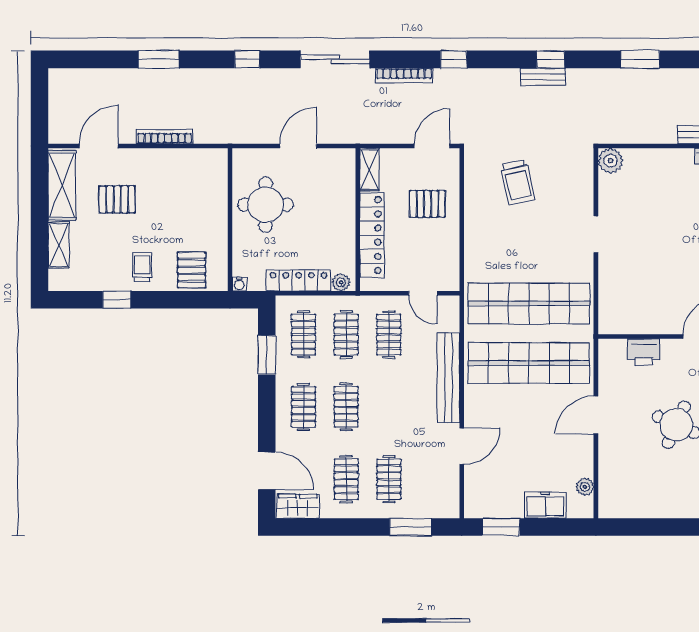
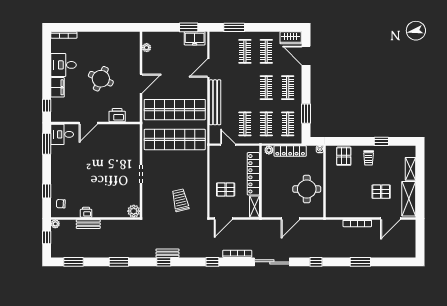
freezer: (545, 505) -> (195, 38), moved

